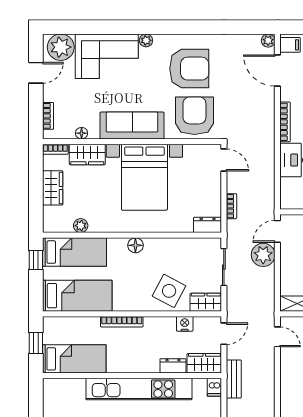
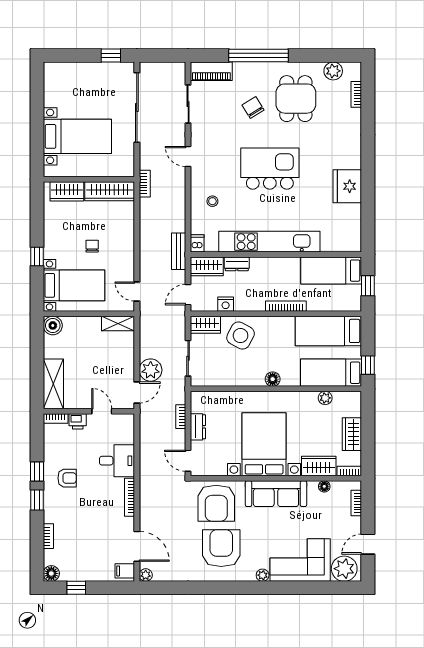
armchair: (189, 69) -> (221, 548), turned 90
dresser: (208, 225) -> (198, 427), moved, turned -90

